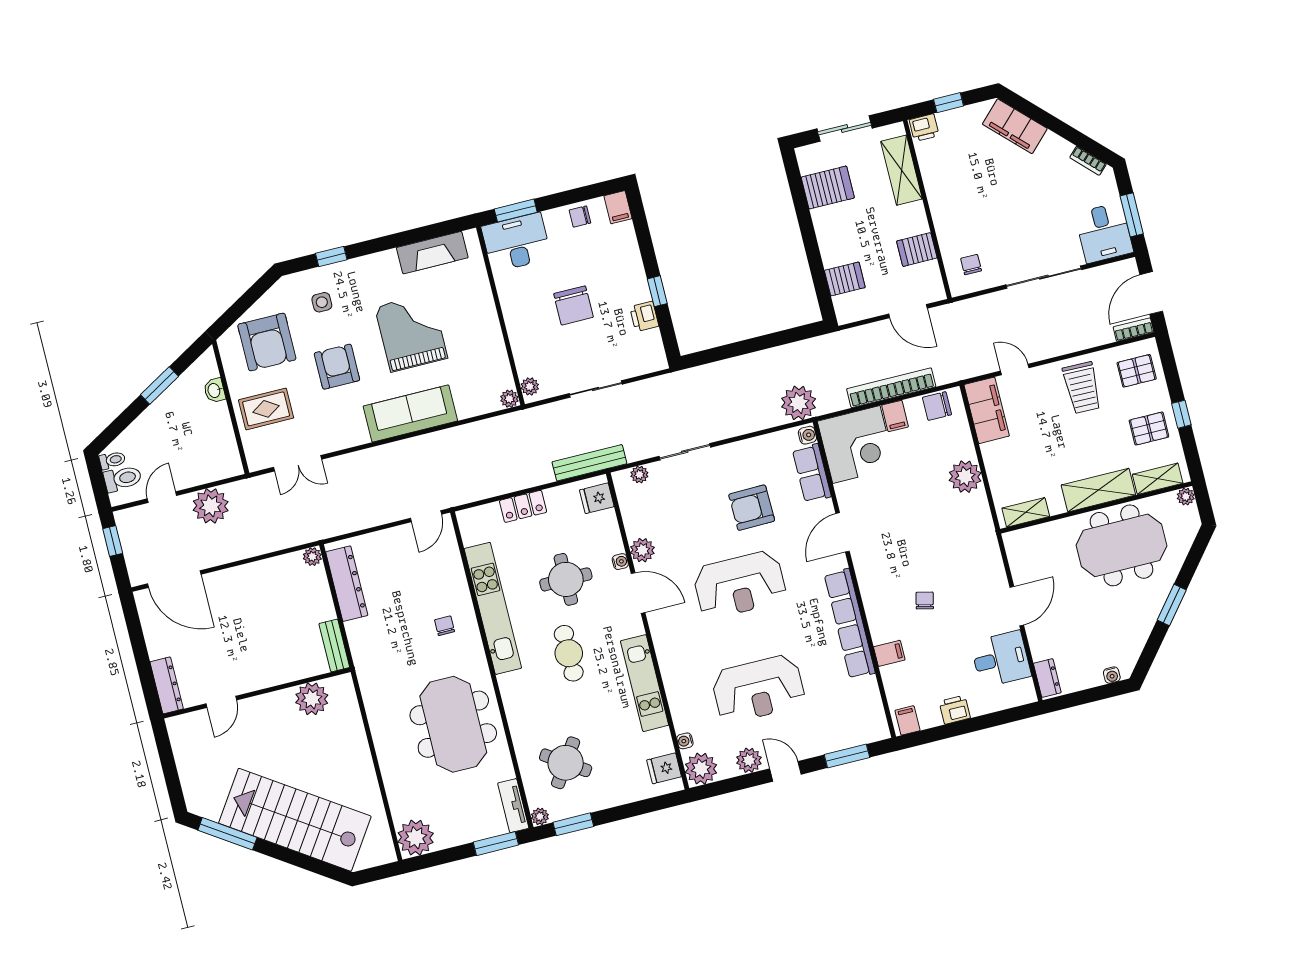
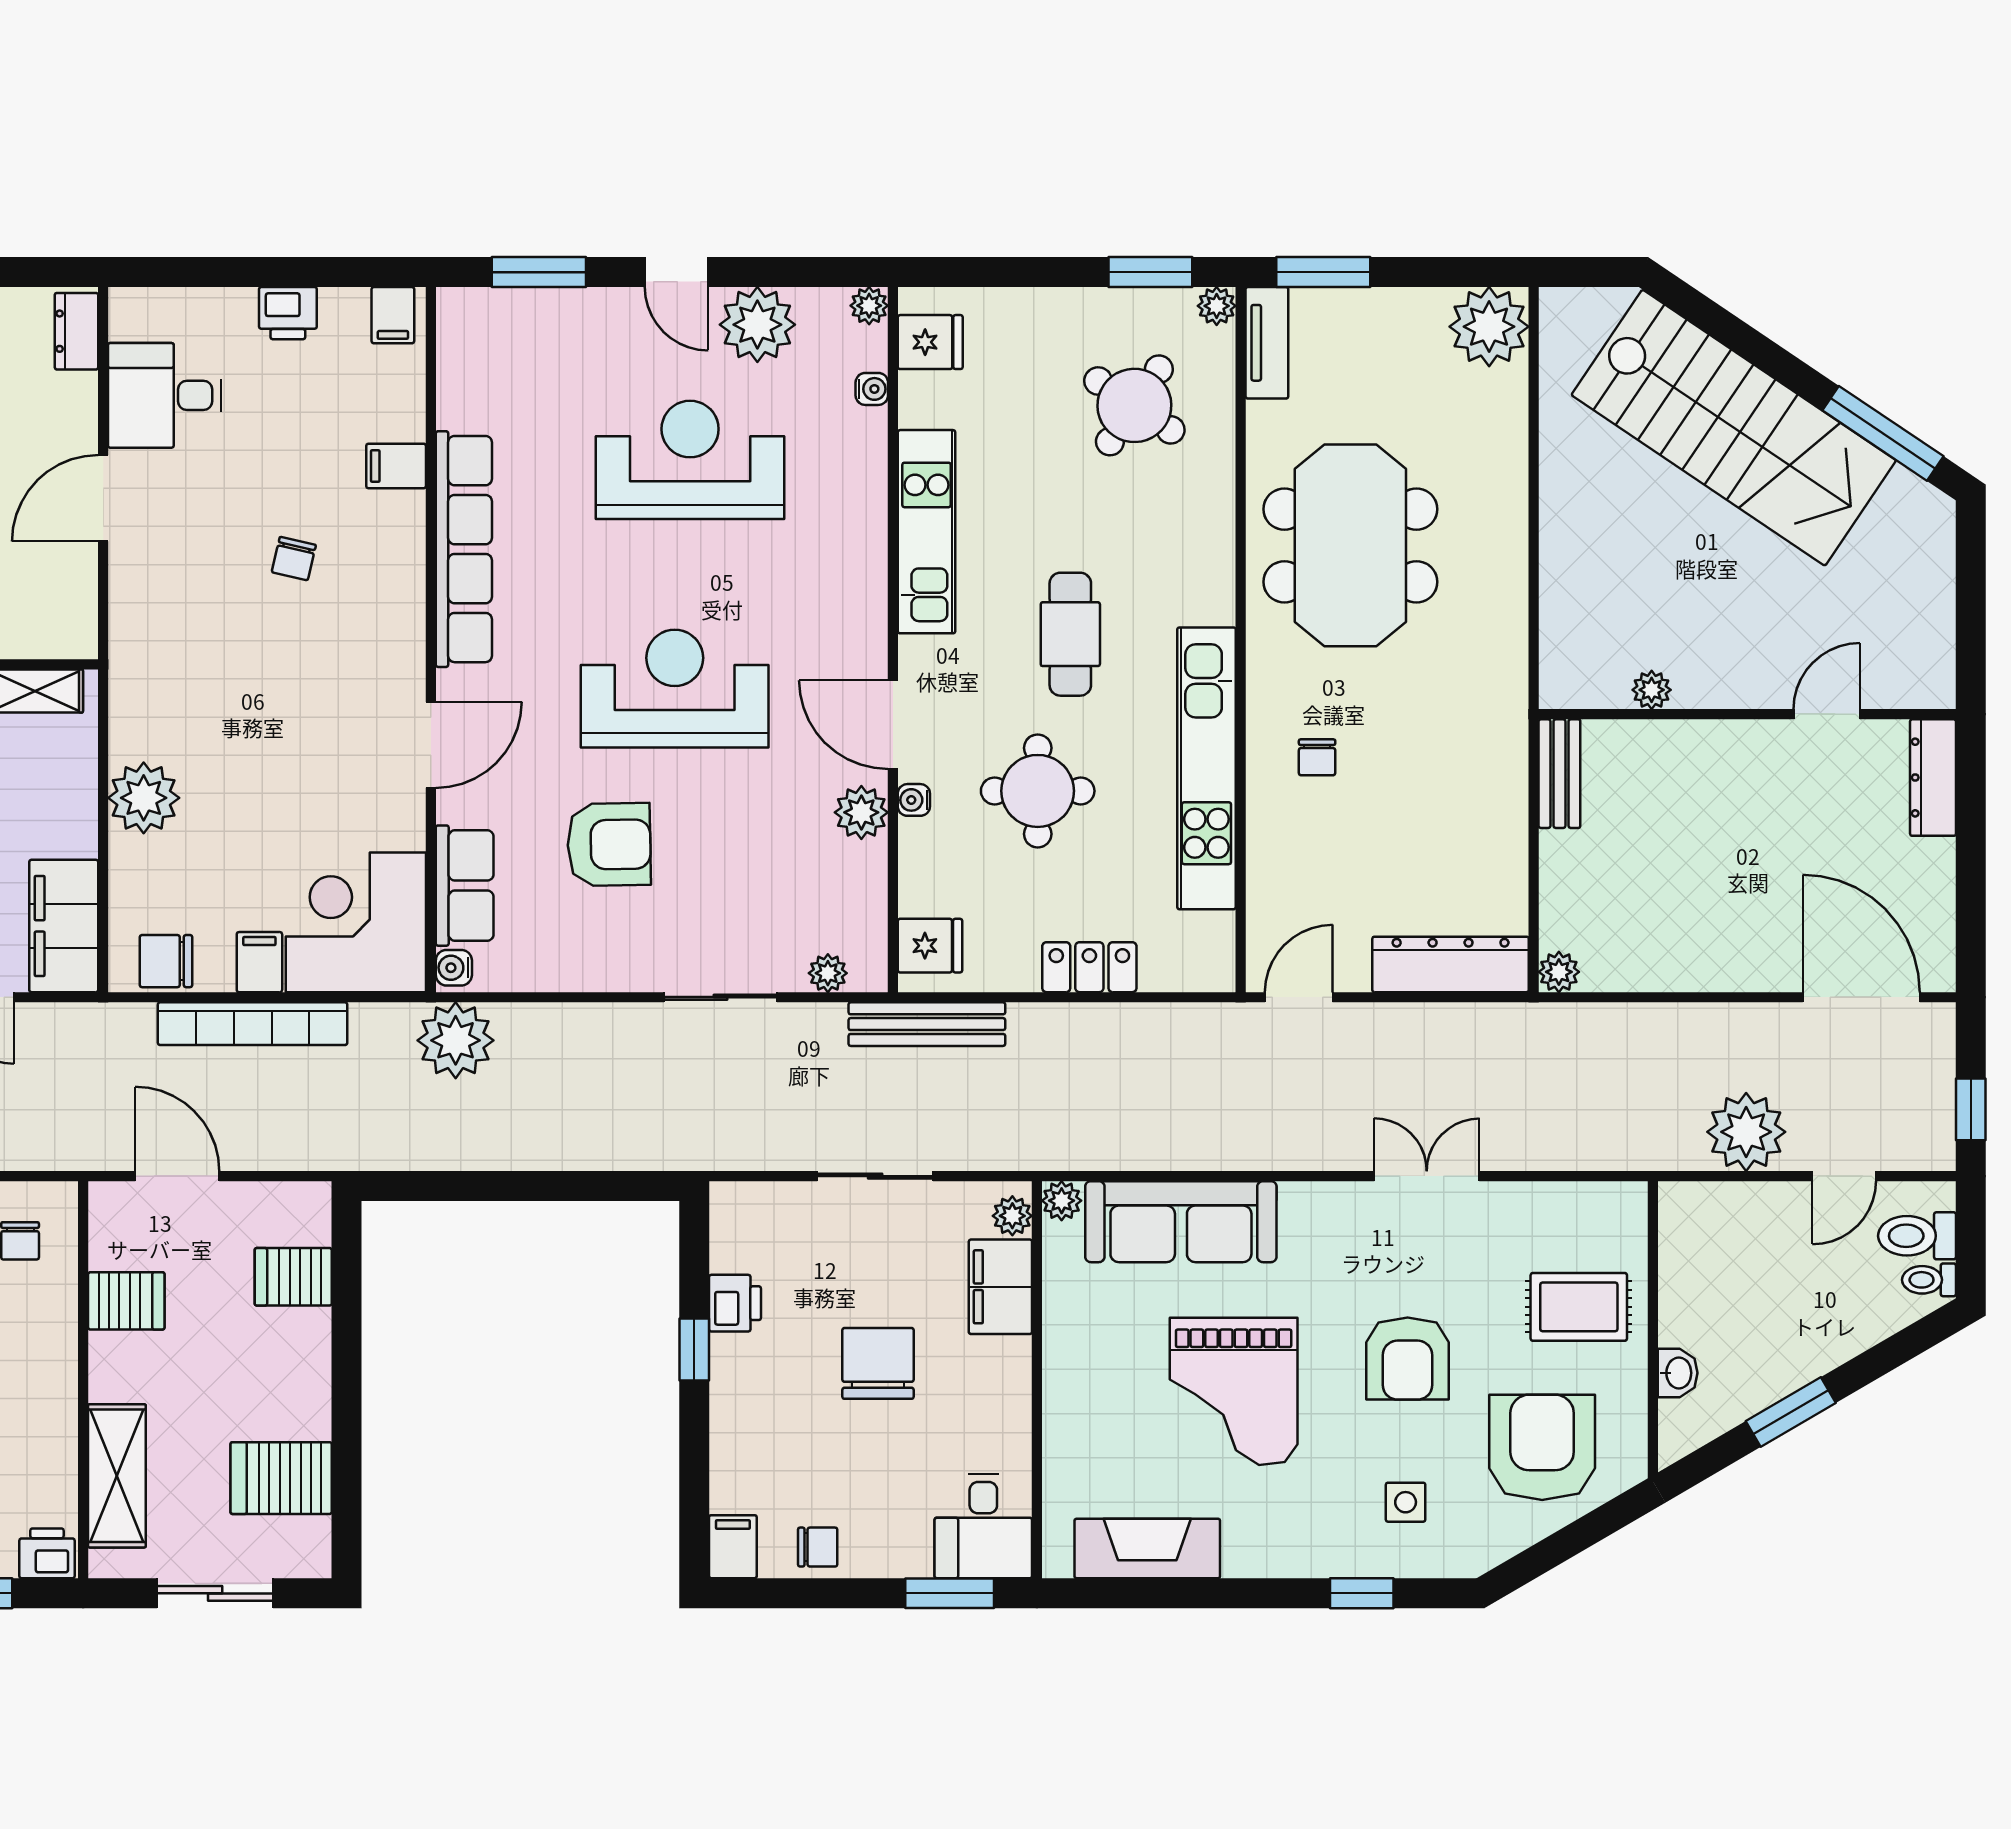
desk: (516, 242) -> (983, 1526), width x0.73
filing cabinet: (527, 353) -> (1000, 1287), added
chair: (937, 406) -> (166, 961), turned 180
sofa: (410, 413) -> (1181, 1222), moved
double door: (298, 463) -> (1427, 1176), moved
dresser: (347, 584) -> (1451, 964), moved, turned 90
plant: (312, 699) -> (1652, 690), width x0.53, depth x0.53
plant: (749, 760) -> (757, 325), width x1.36, depth x1.36
plant: (701, 769) -> (869, 306), width x0.53, depth x0.53

